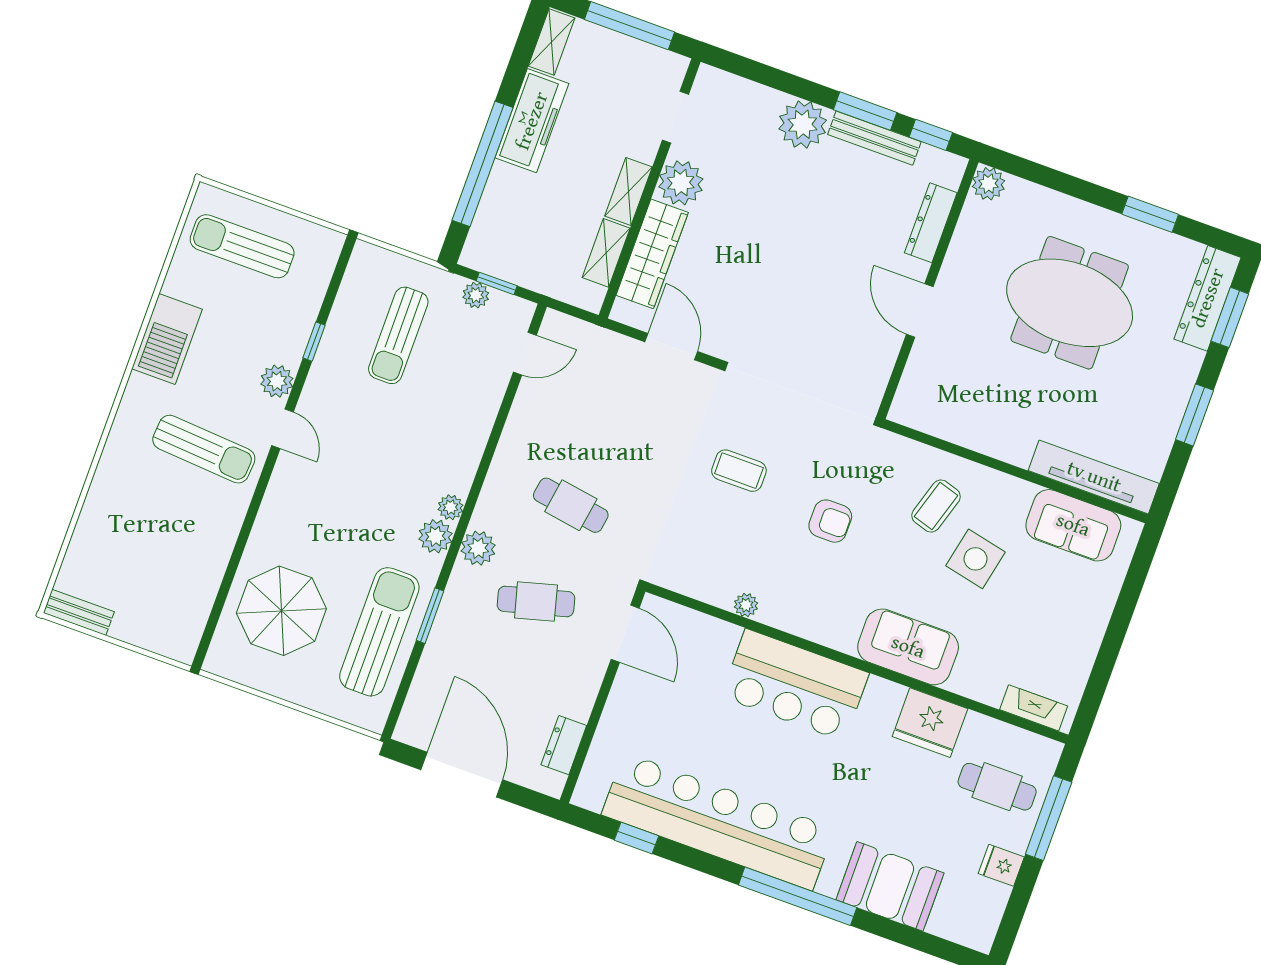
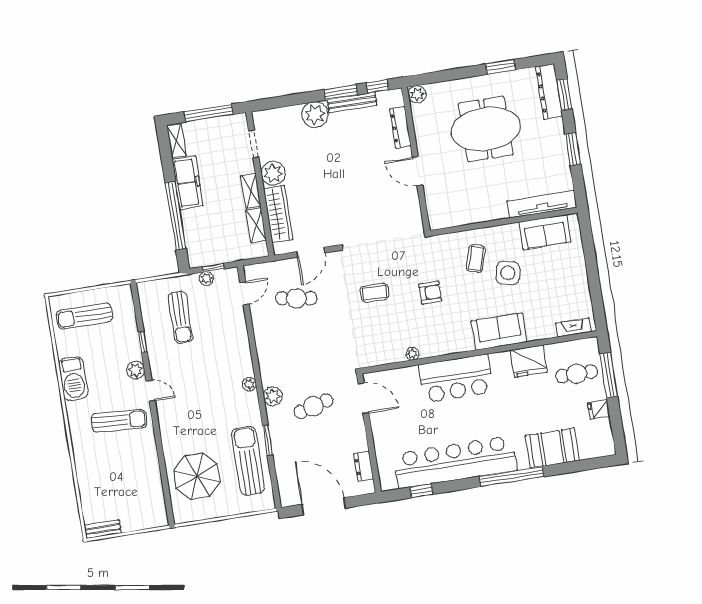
door: (671, 347) -> (311, 252), swing flipped
cafe table: (571, 505) -> (296, 298), moved
plant: (436, 536) -> (250, 402), removed

